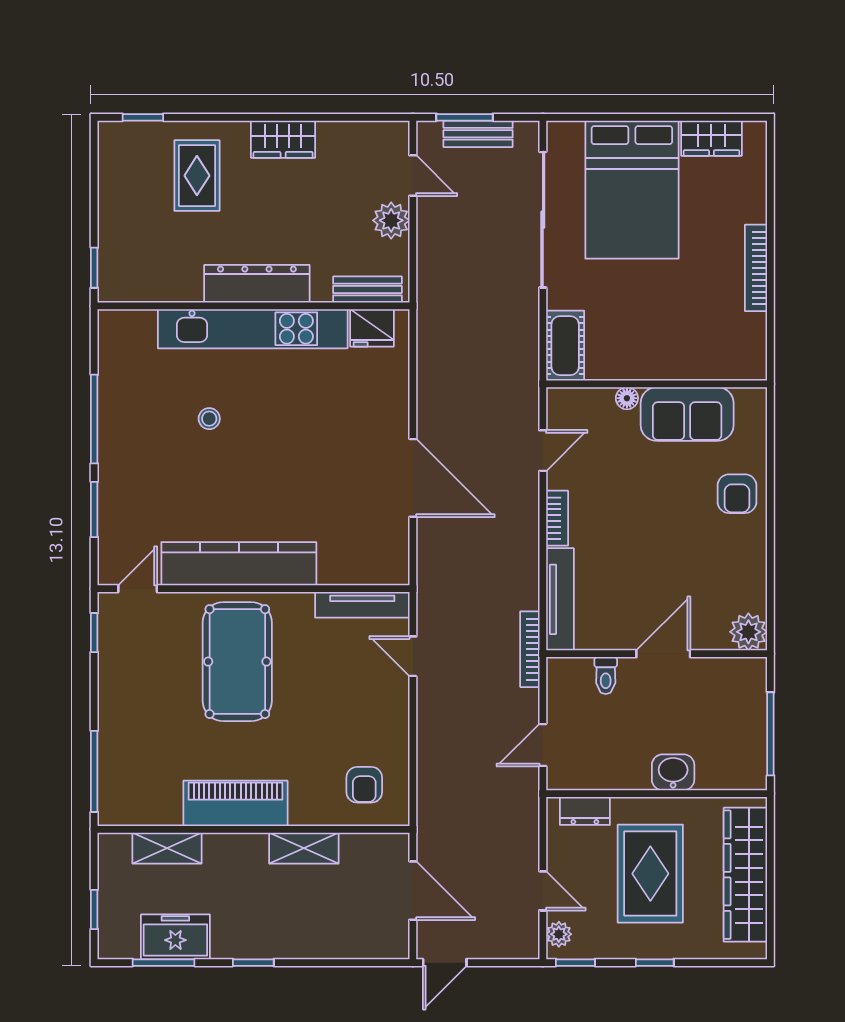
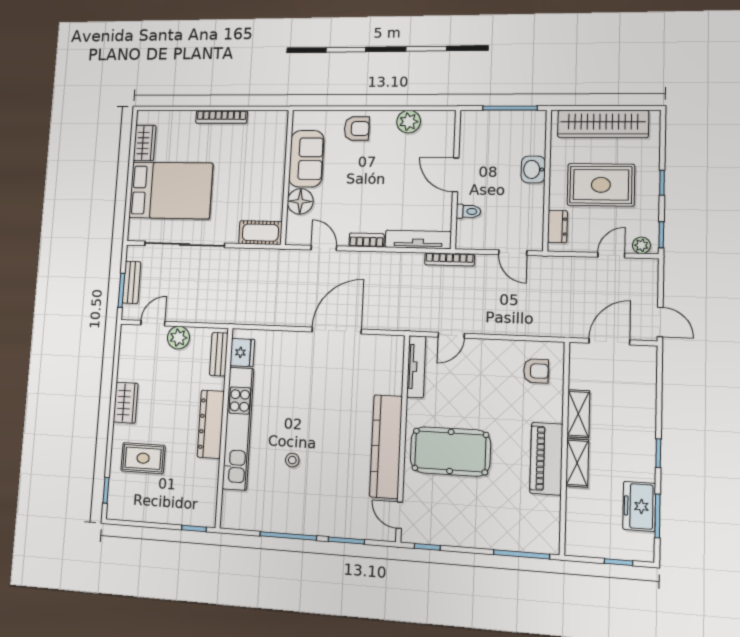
floor lamp: (627, 398) -> (300, 201), width x1.89, depth x1.89
plant: (748, 632) -> (409, 122), moved
shelving: (167, 848) -> (577, 463), moved

